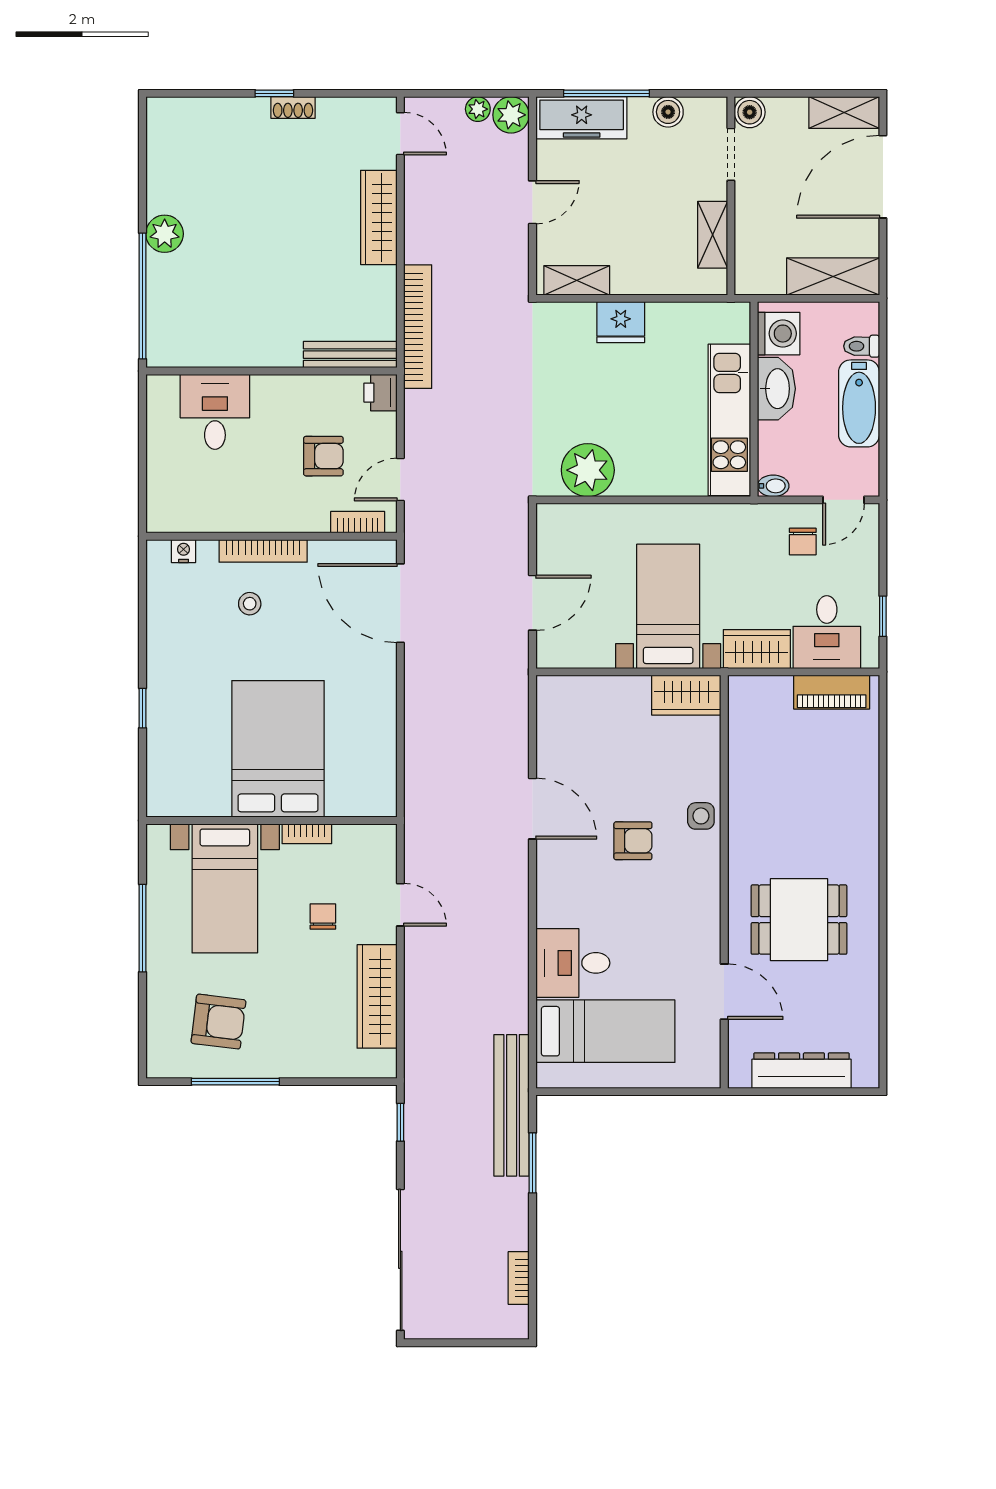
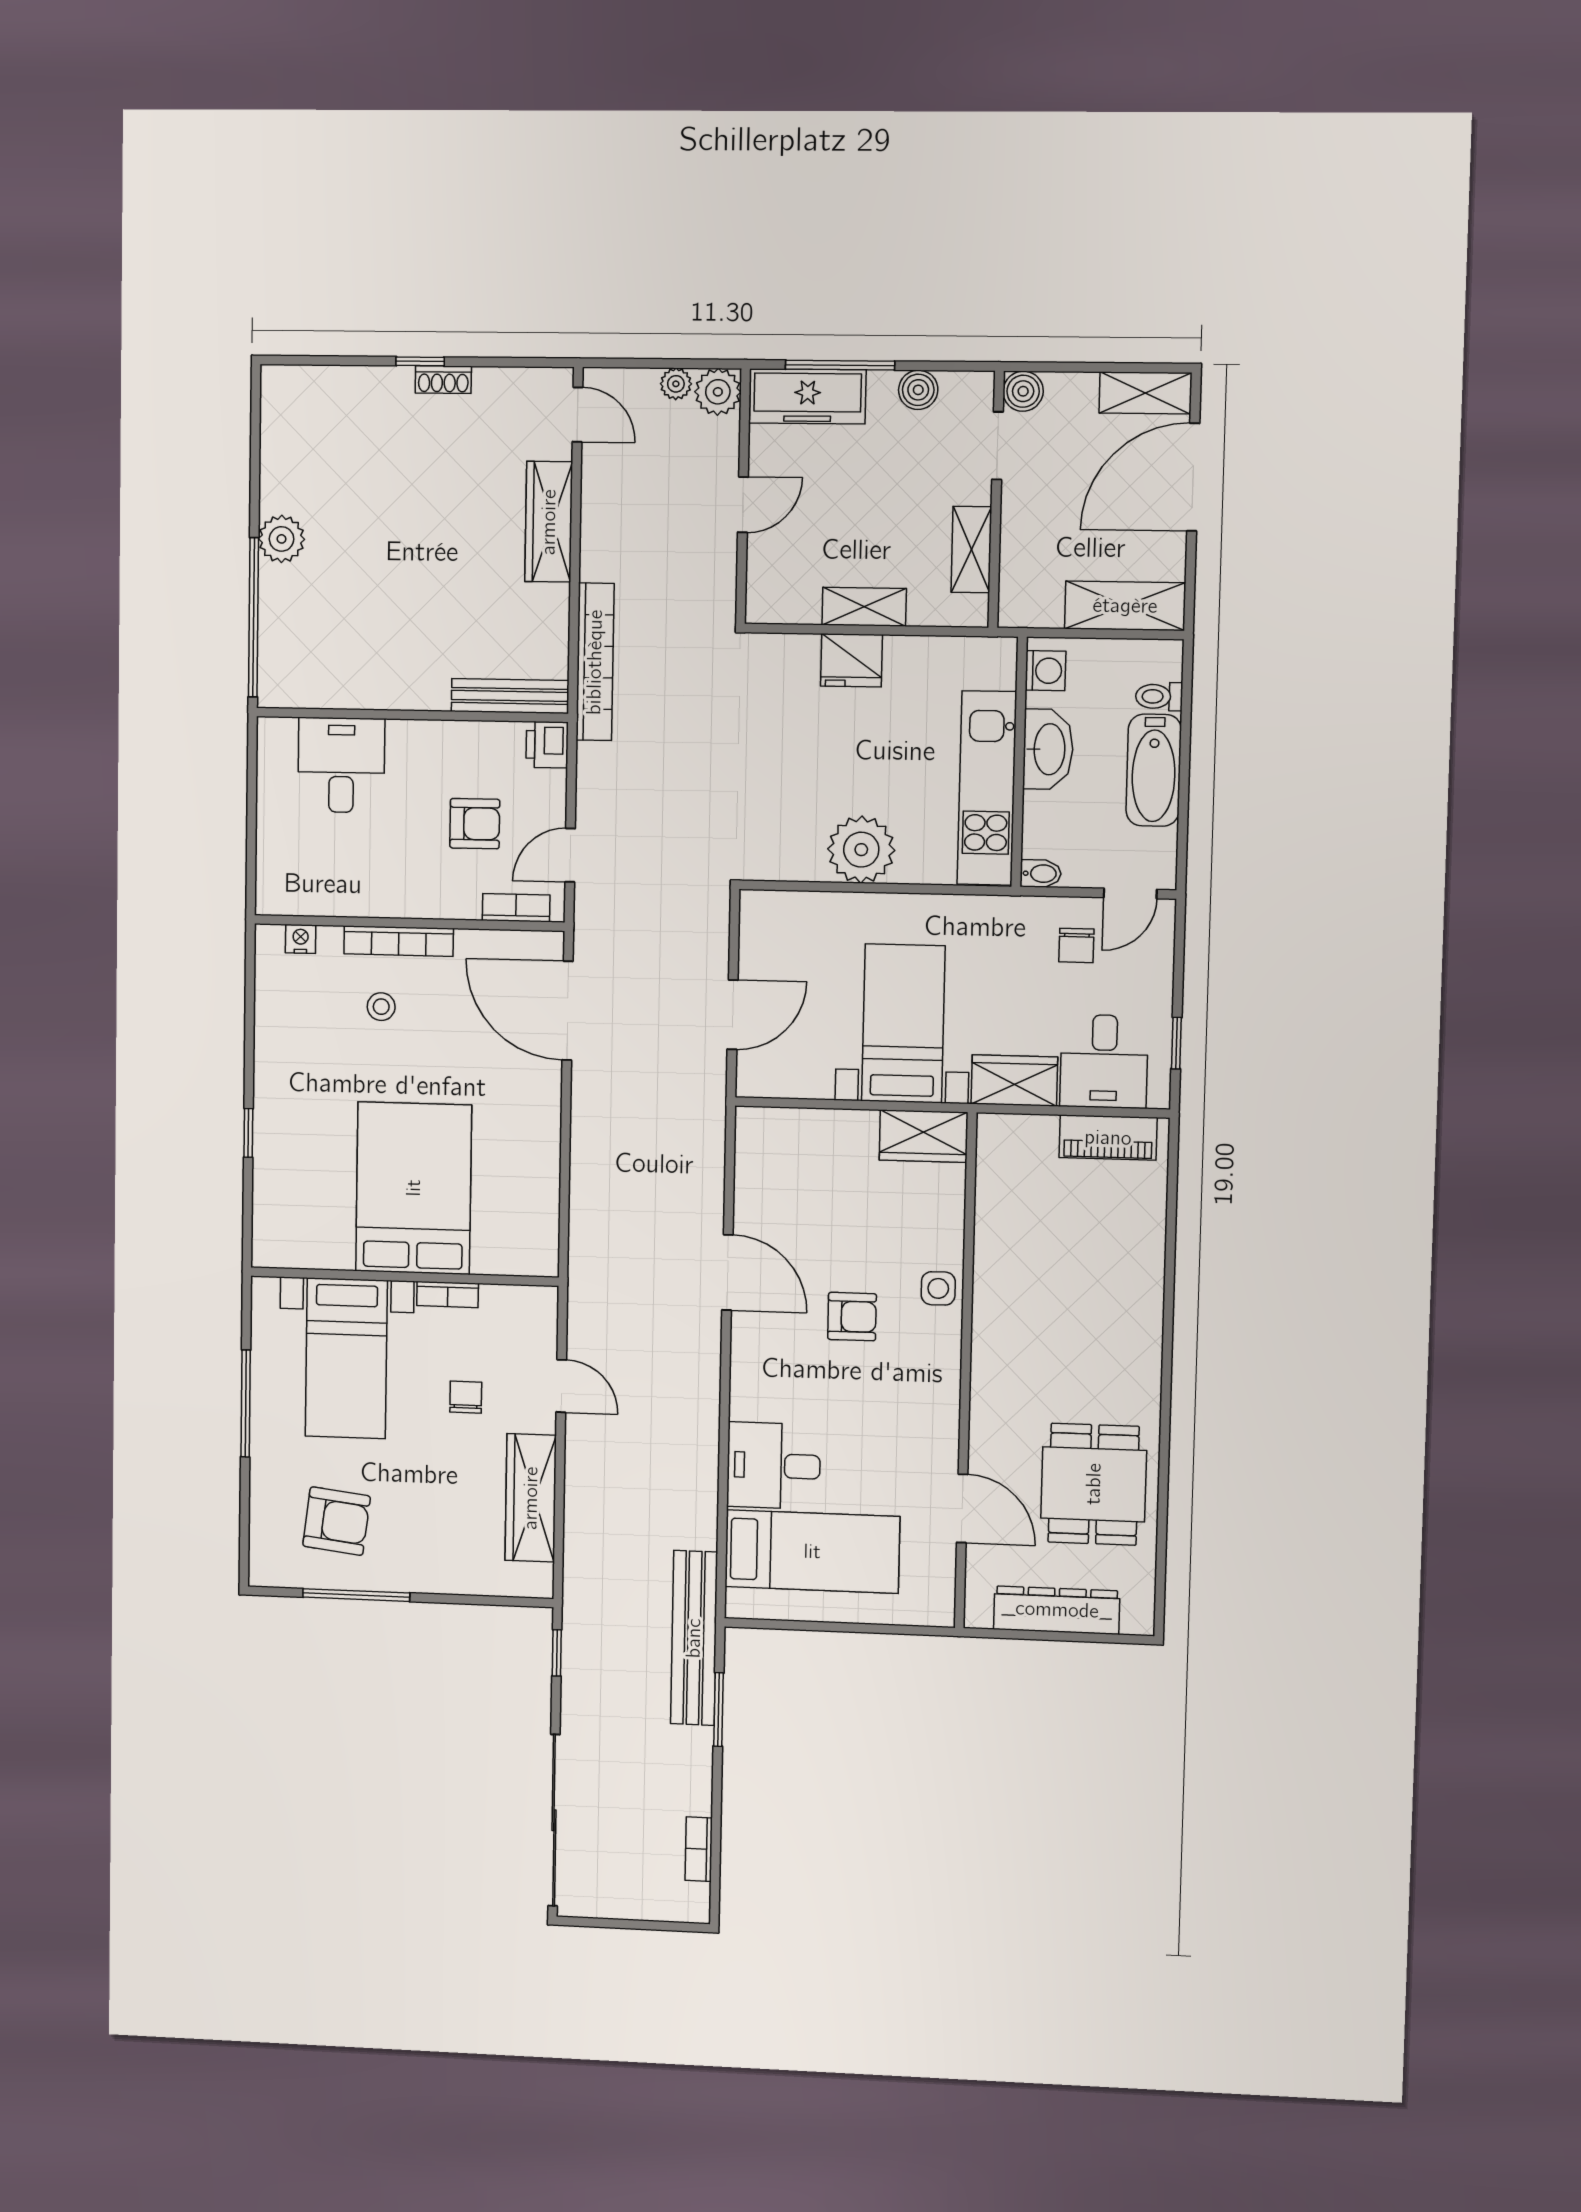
shelving: (577, 280) -> (864, 607), moved
washing machine: (779, 334) -> (1045, 671), width x0.73, depth x0.73
plant: (588, 470) -> (861, 850), moved
dining table: (799, 920) -> (1094, 1484), moved, turned 90

